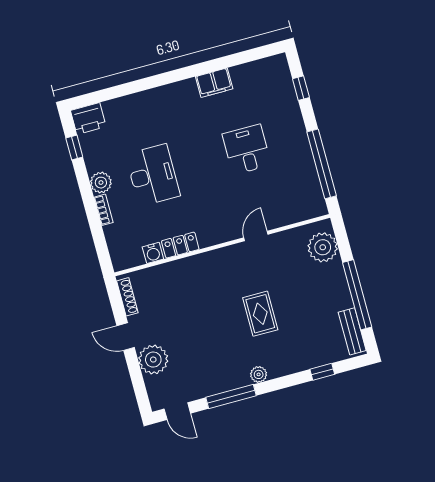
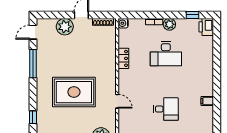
filing cabinet: (214, 83) -> (207, 101), width x0.50
water cooler: (153, 253) -> (123, 23), moved
rug: (260, 314) -> (74, 92), width x1.86, depth x2.06
plant: (259, 374) -> (41, 82), removed

